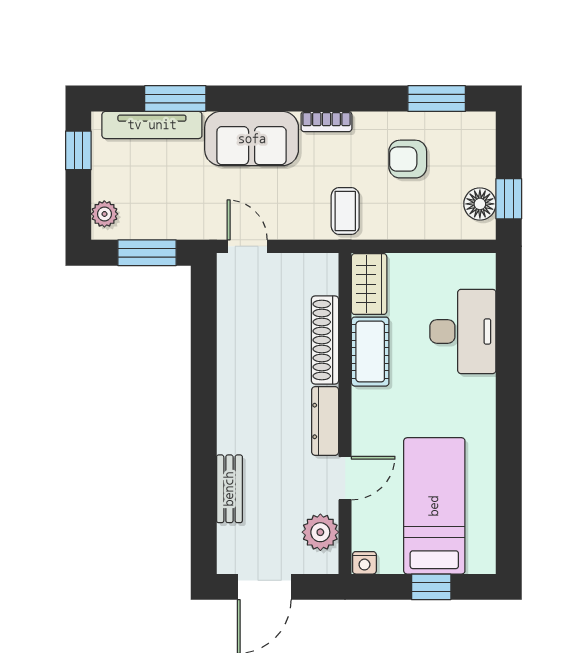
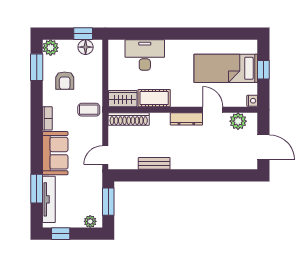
plant: (479, 129) -> (51, 48), added
shoe rack: (325, 340) -> (129, 119), moved
bench: (229, 489) -> (154, 163), moved

